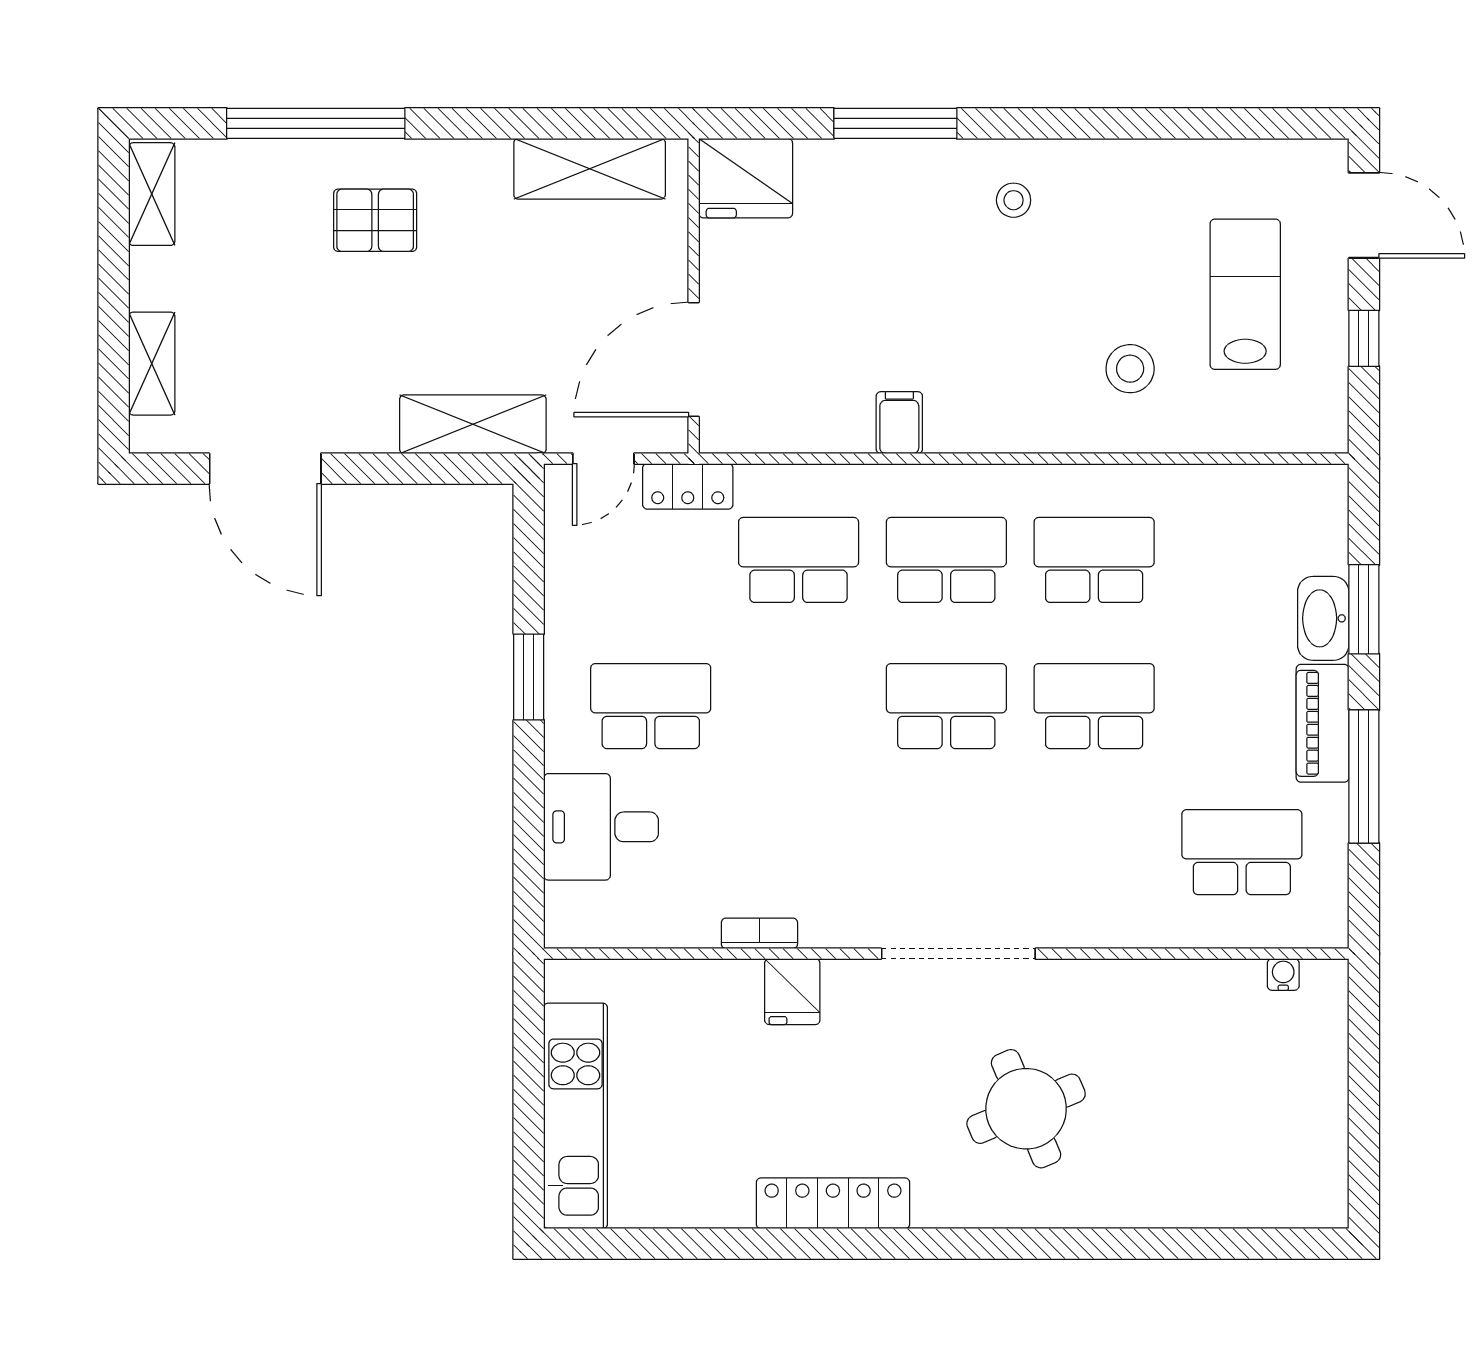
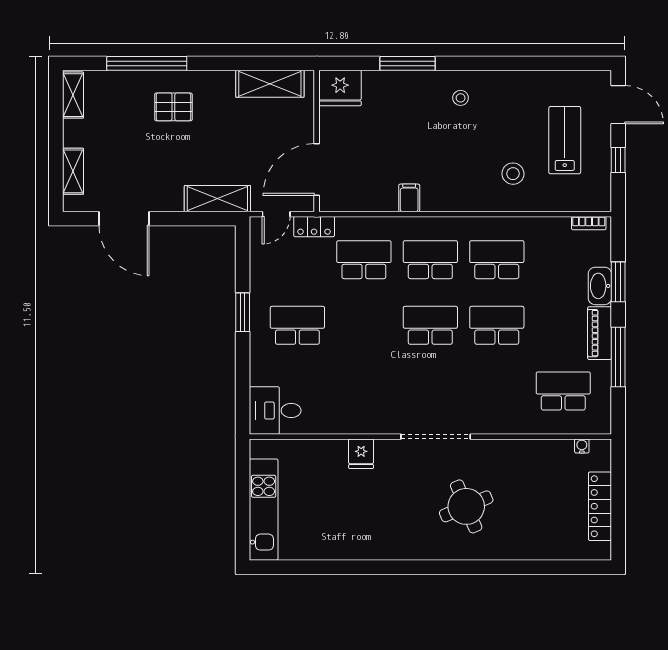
desk: (601, 827) -> (275, 411), moved
bookcase: (759, 933) -> (589, 223), moved, turned 180
locker: (833, 1203) -> (600, 506), moved, turned -90

